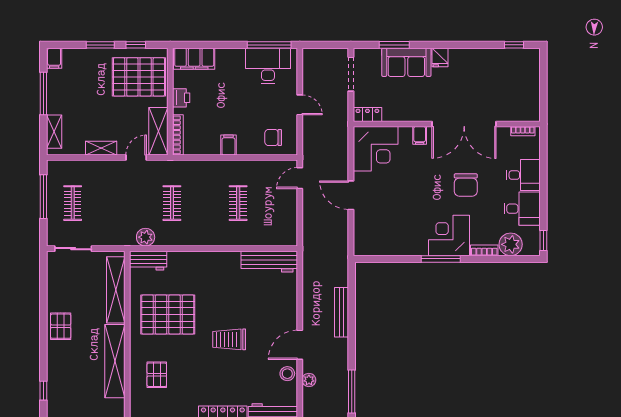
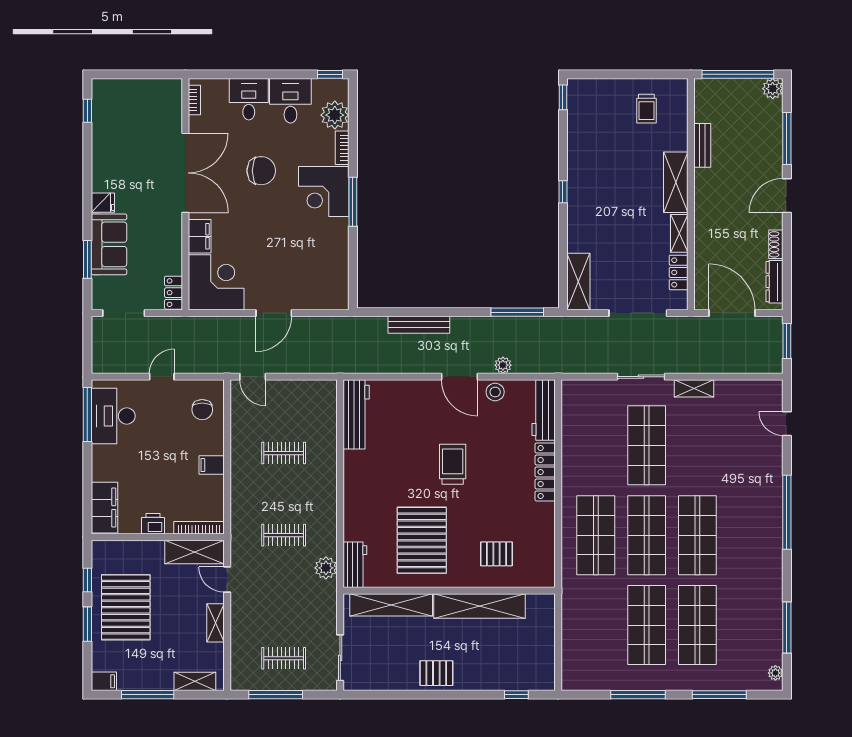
pallet: (139, 77) -> (126, 607), moved
filing cabinet: (420, 135) -> (200, 236), width x2.00
trolley: (229, 339) -> (453, 464), turned 180

